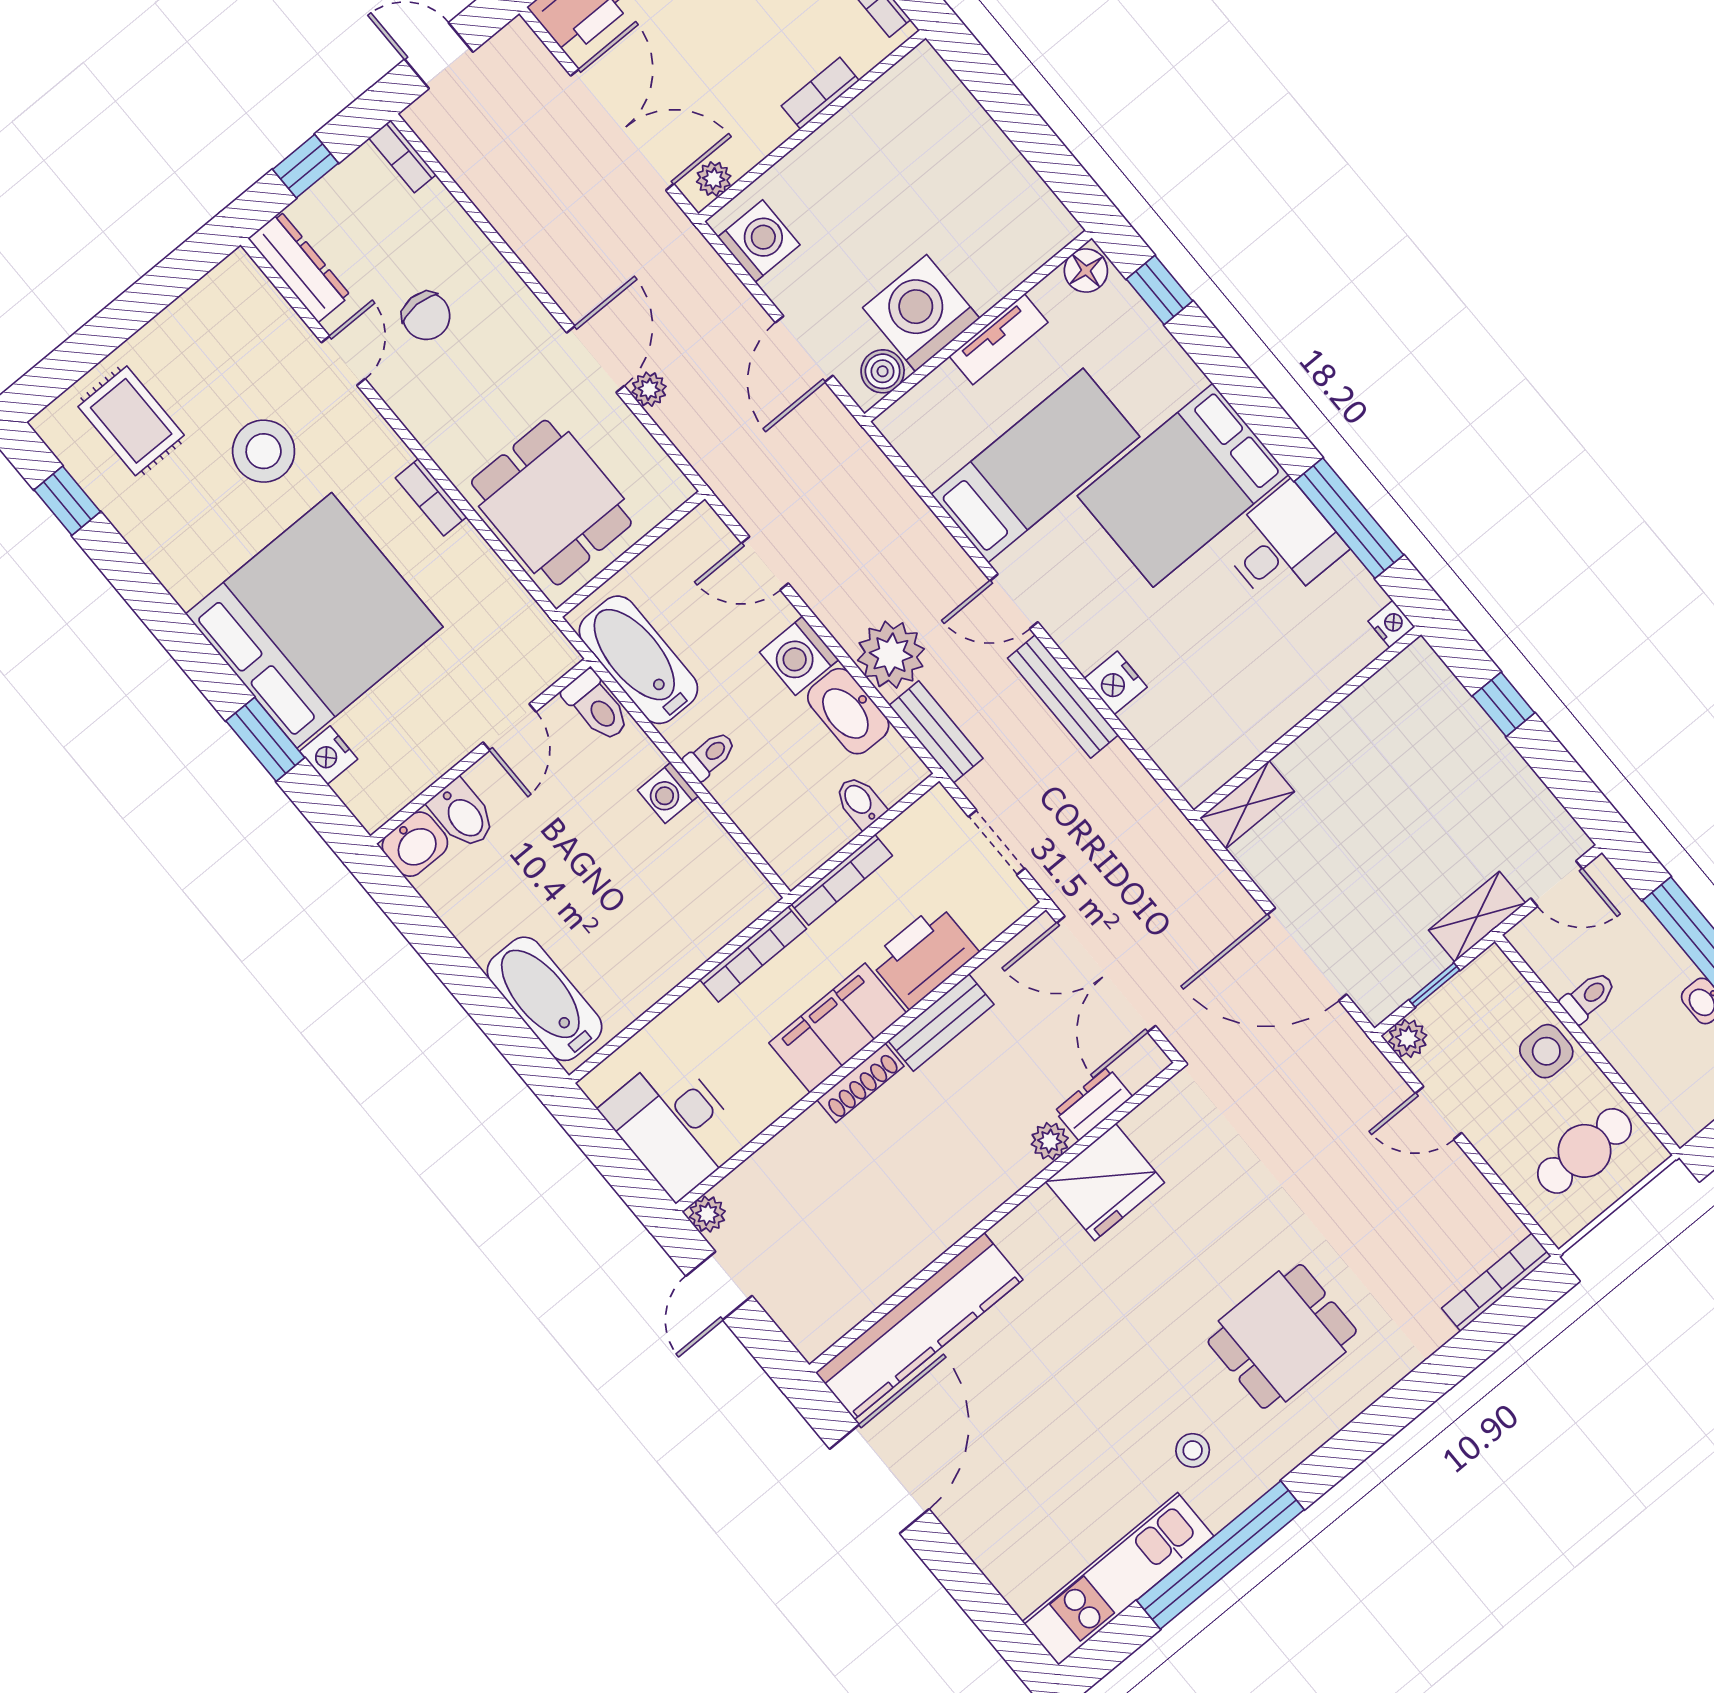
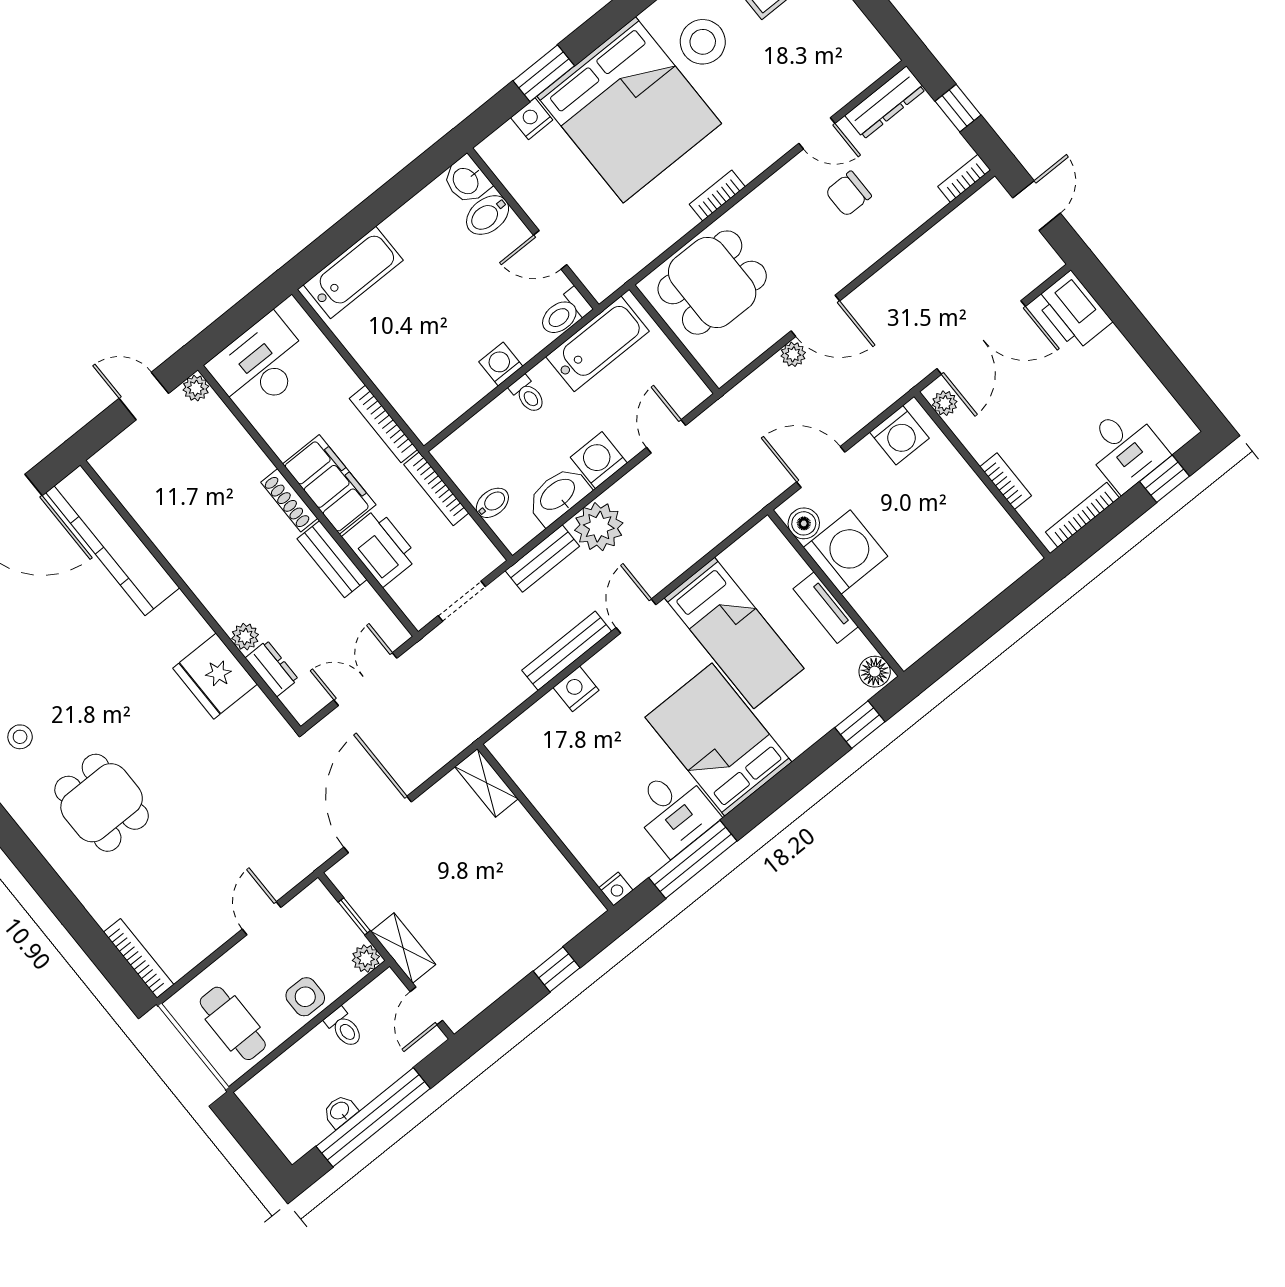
stool: (264, 451) -> (703, 42), moved
double door: (1106, 974) -> (365, 679), width x0.73
plant: (1408, 1038) -> (366, 959), moved

